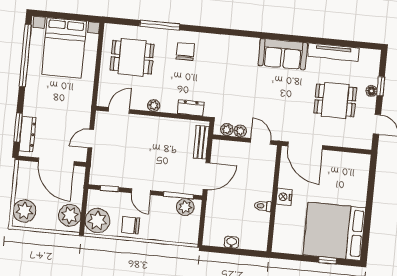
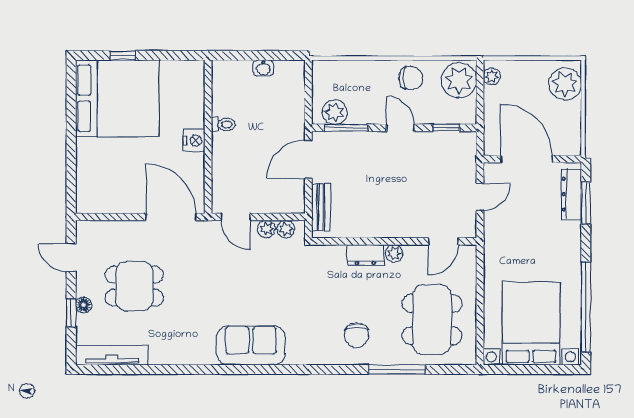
tv unit: (333, 52) -> (112, 355), moved
sofa: (283, 54) -> (251, 345), moved
dining table: (132, 57) -> (432, 320), width x1.38
dresser: (191, 108) -> (365, 255), moved
plant: (70, 215) -> (492, 76), width x0.53, depth x0.53

